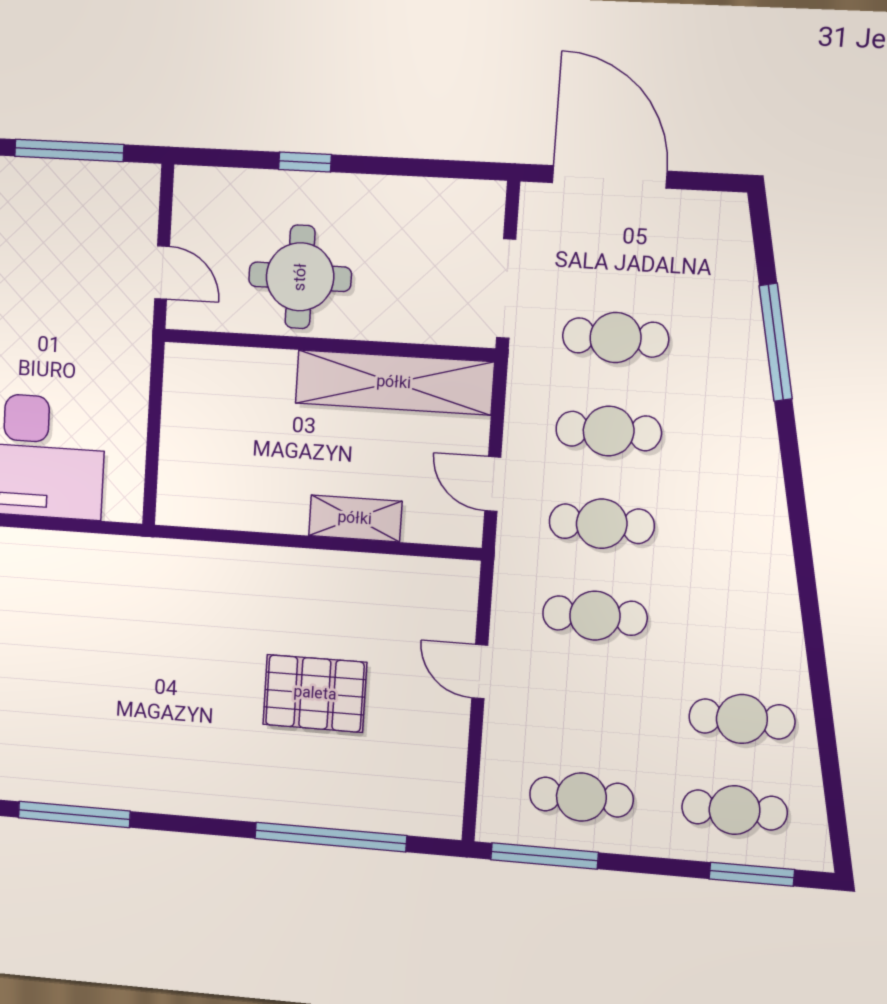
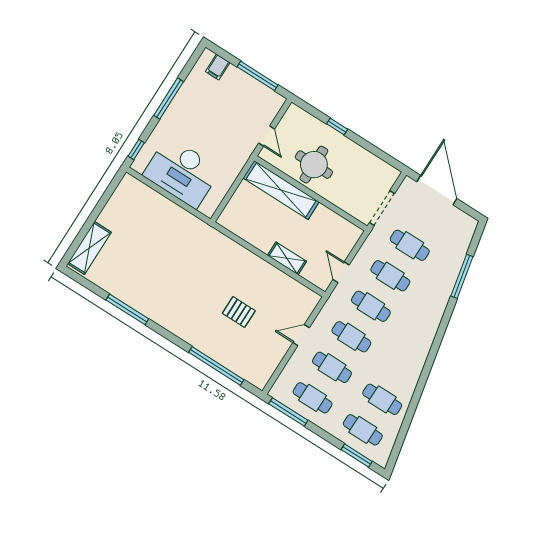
shelving: (394, 382) -> (281, 190), moved
door: (480, 672) -> (301, 335), hinge flipped
pallet: (315, 693) -> (239, 312), width x0.67, depth x0.71
cafe table: (588, 707) -> (332, 367), added

